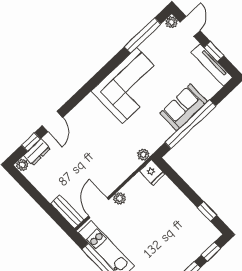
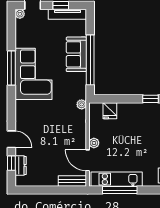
window: (143, 35) -> (11, 68), moved
plant: (22, 165) -> (20, 181), removed
fridge: (152, 173) -> (110, 111), moved, turned 90

